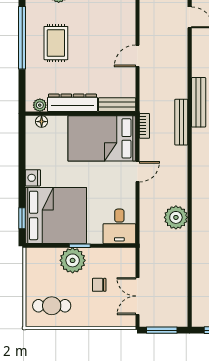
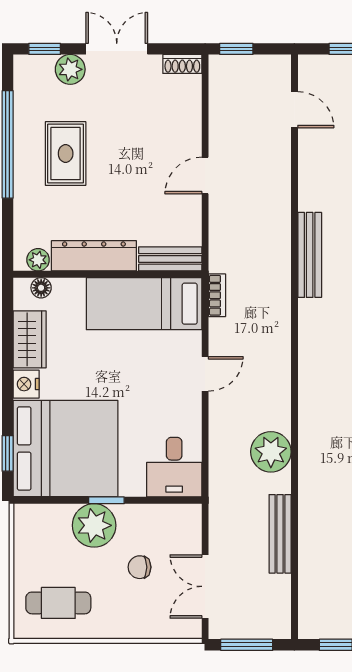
bench: (181, 122) -> (280, 534), moved
bed: (102, 138) -> (144, 304), width x0.67
wardrobe: (35, 152) -> (30, 339), added

